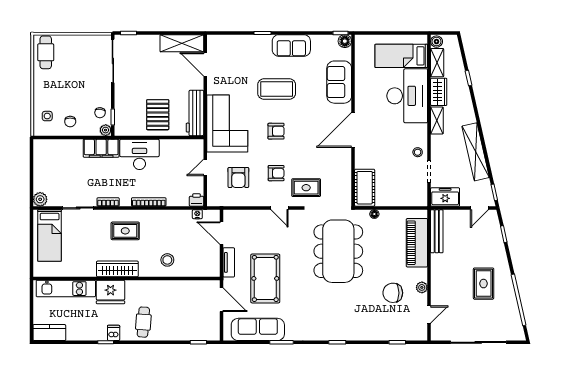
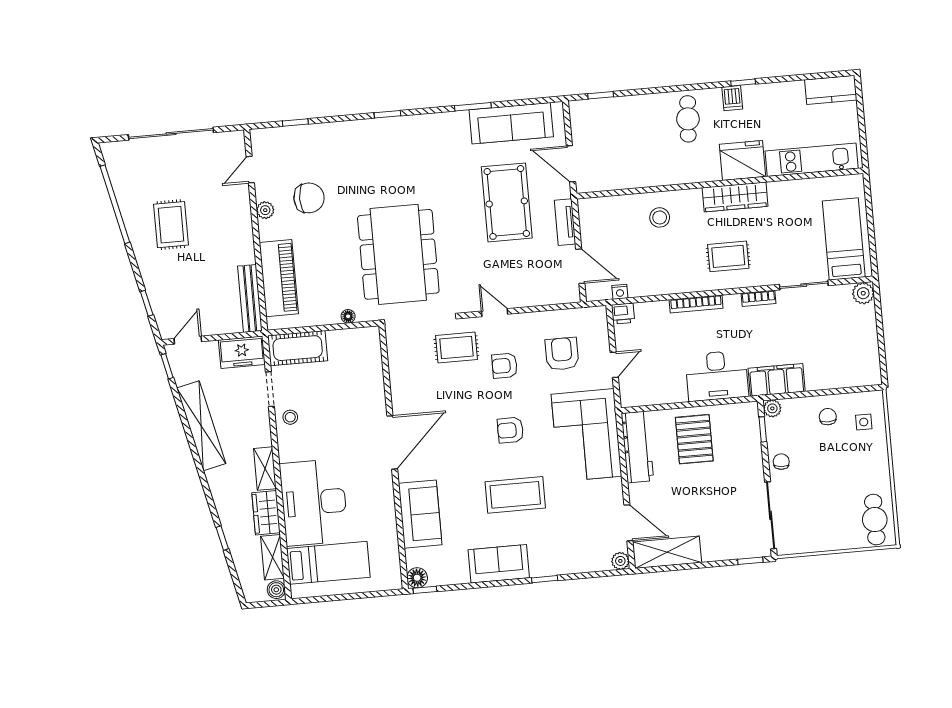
plant: (213, 40) -> (620, 561), added
chair: (100, 113) -> (781, 462), moved
cot: (365, 188) -> (298, 348), moved, turned 90

